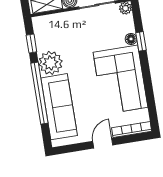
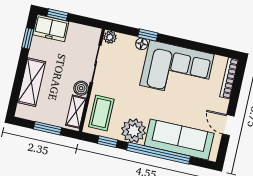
coffee table: (55, 28) -> (101, 113), added
door: (103, 143) -> (228, 125), moved

